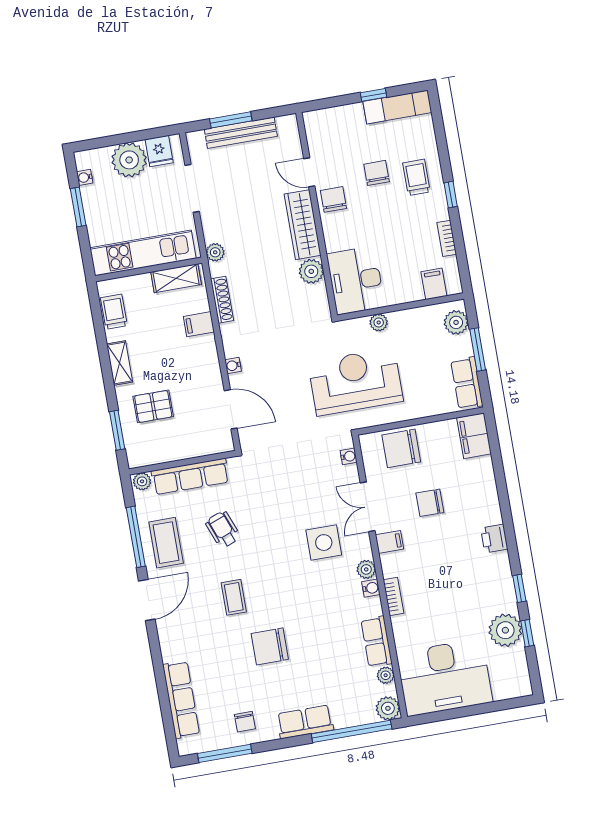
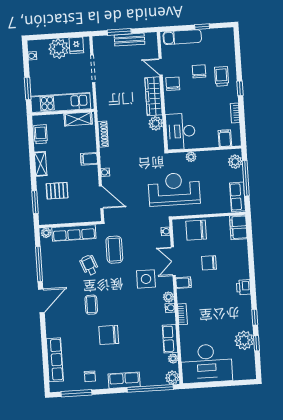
exam couch: (397, 107) -> (182, 37), moved
bench: (241, 133) -> (129, 40), width x0.73
window: (78, 207) -> (28, 89), moved
plant: (215, 252) -> (102, 107), removed
filing cabinet: (199, 324) -> (89, 159), moved
window: (478, 349) -> (246, 178), width x1.44
coffee table: (166, 543) -> (114, 250), moved

